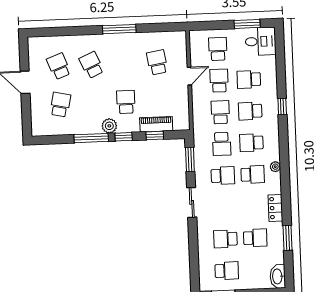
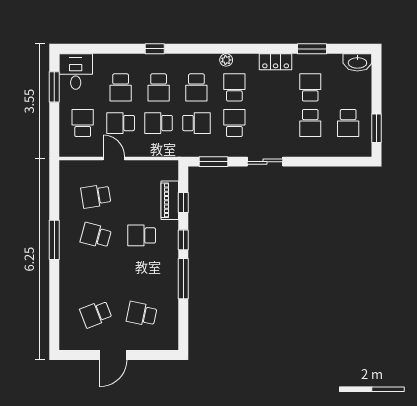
school desk: (218, 49) -> (83, 123), turned 90
school desk: (92, 65) -> (96, 235), moved, turned 39
plant: (109, 126) -> (169, 256), removed
school desk: (227, 271) -> (348, 123), turned 180

